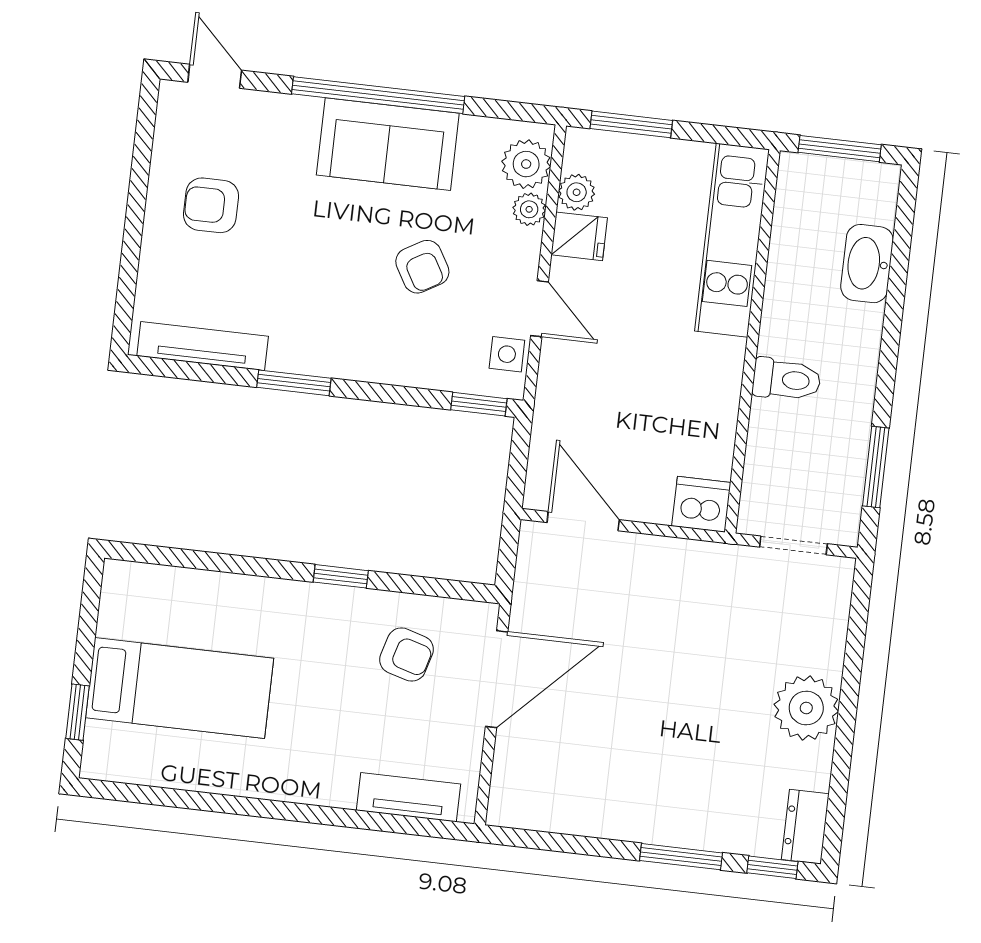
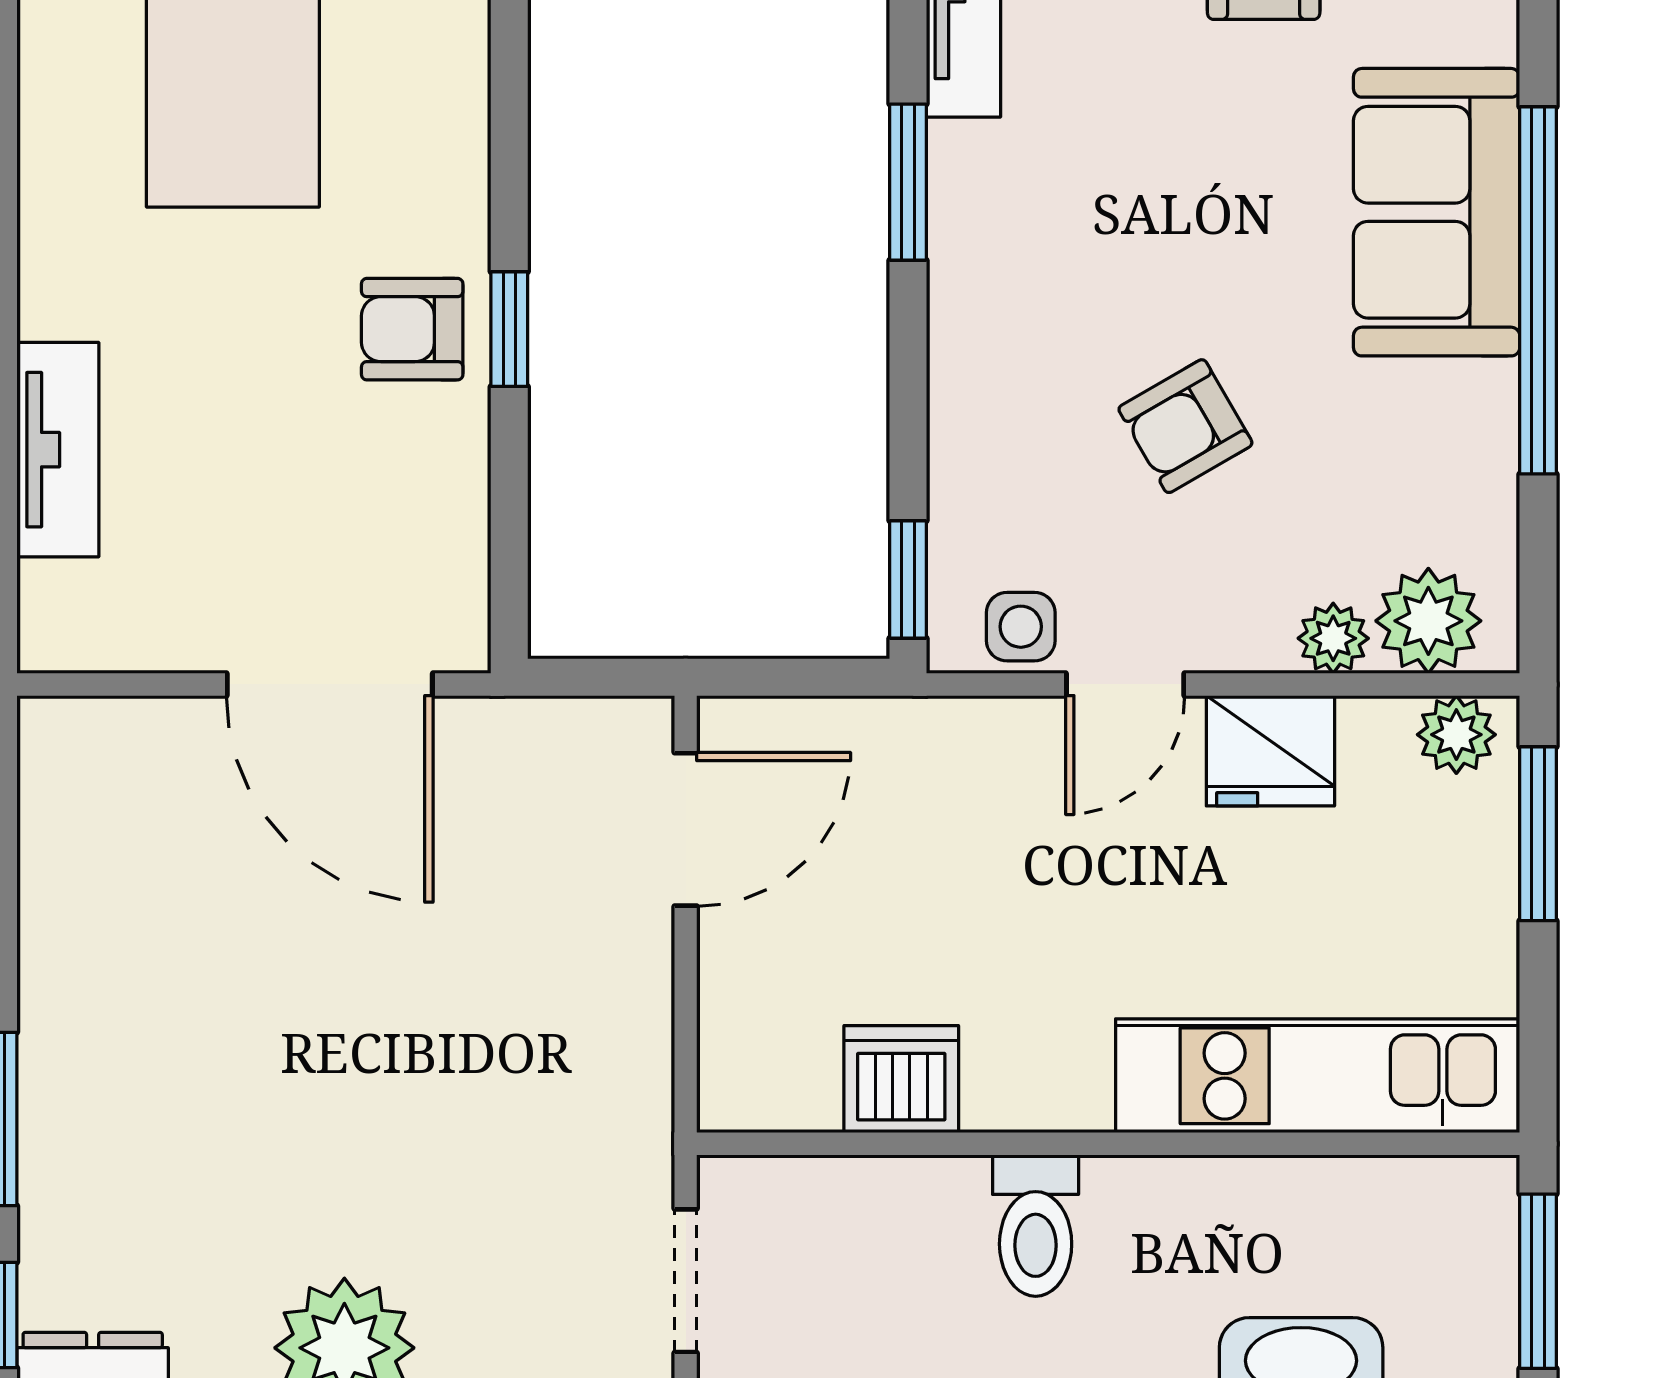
sofa: (388, 144) -> (1437, 212), moved
plant: (577, 192) -> (1456, 735), moved
fridge: (579, 236) -> (1270, 751), width x1.38
dishwasher: (701, 504) -> (901, 1079), moved, turned -90
armchair: (407, 655) -> (412, 329), moved, turned 74
tv unit: (409, 797) -> (58, 450), moved

